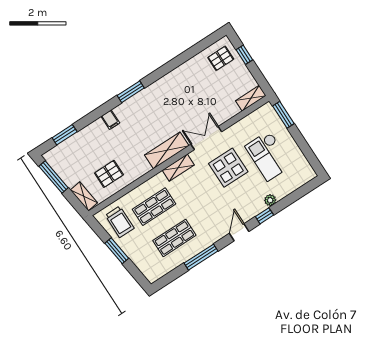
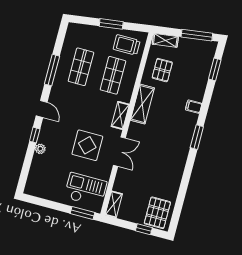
pallet: (221, 58) -> (157, 213), width x1.50, depth x1.42
shelving: (167, 150) -> (142, 104), moved
checkout: (268, 156) -> (86, 190), moved

